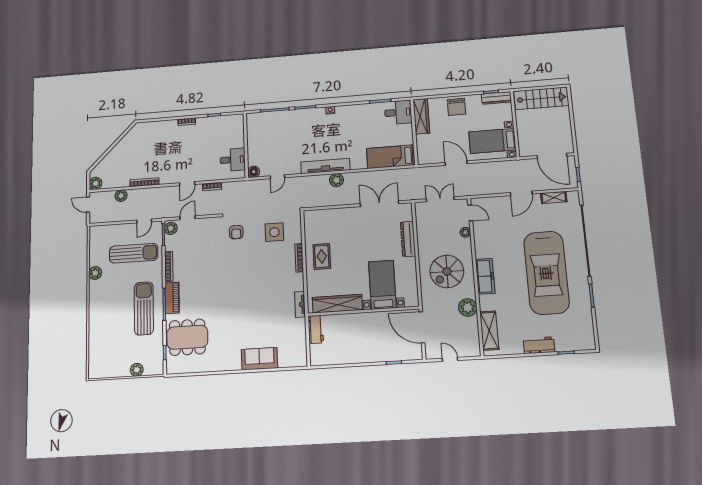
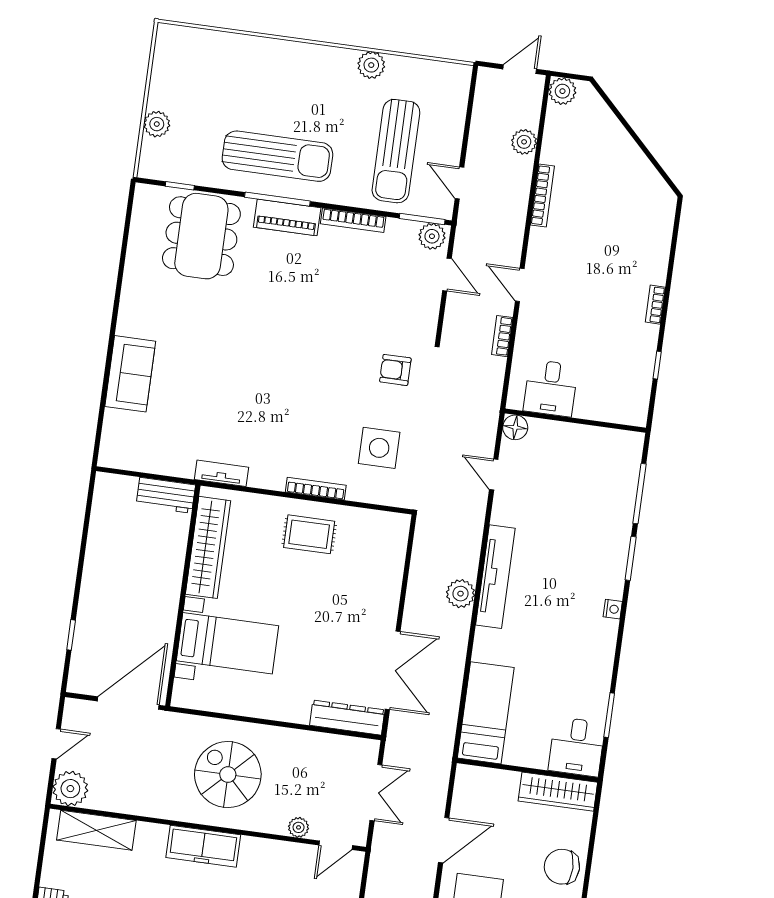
dresser: (408, 239) -> (347, 718), moved
plant: (468, 307) -> (70, 789), moved

